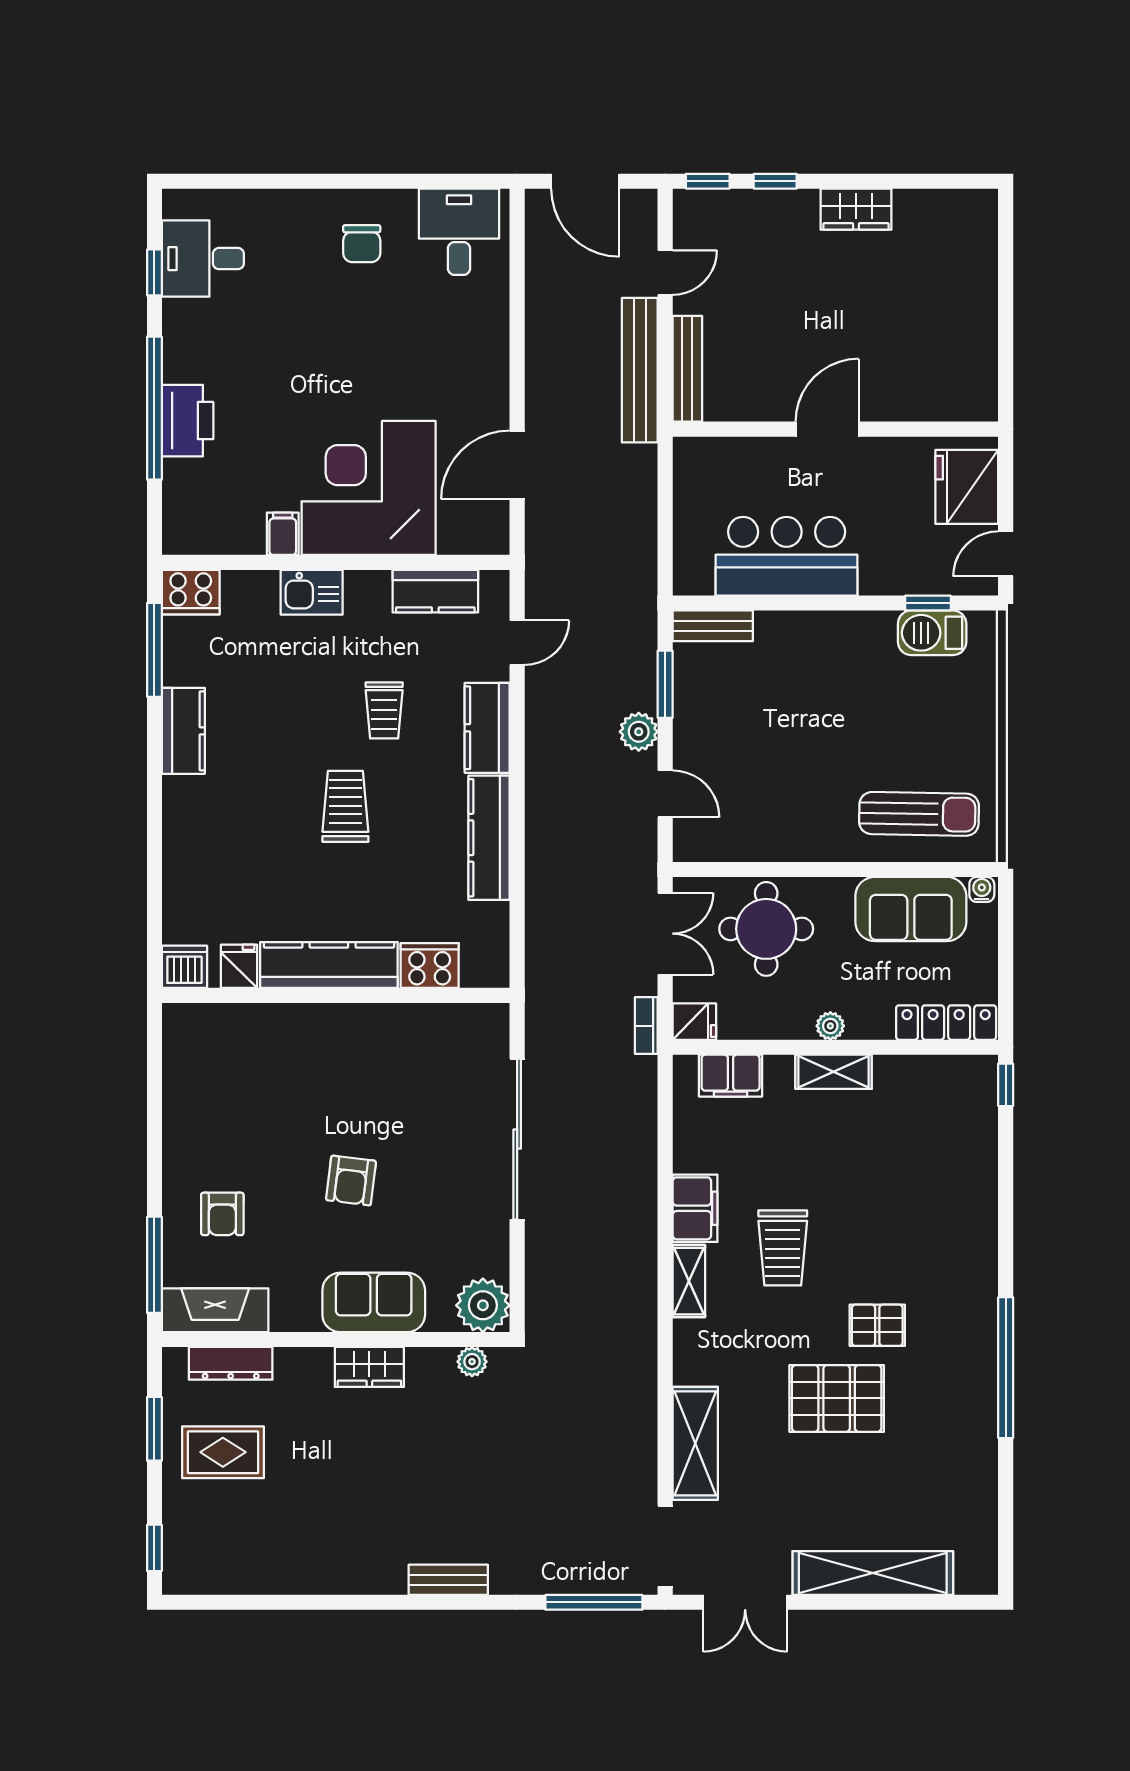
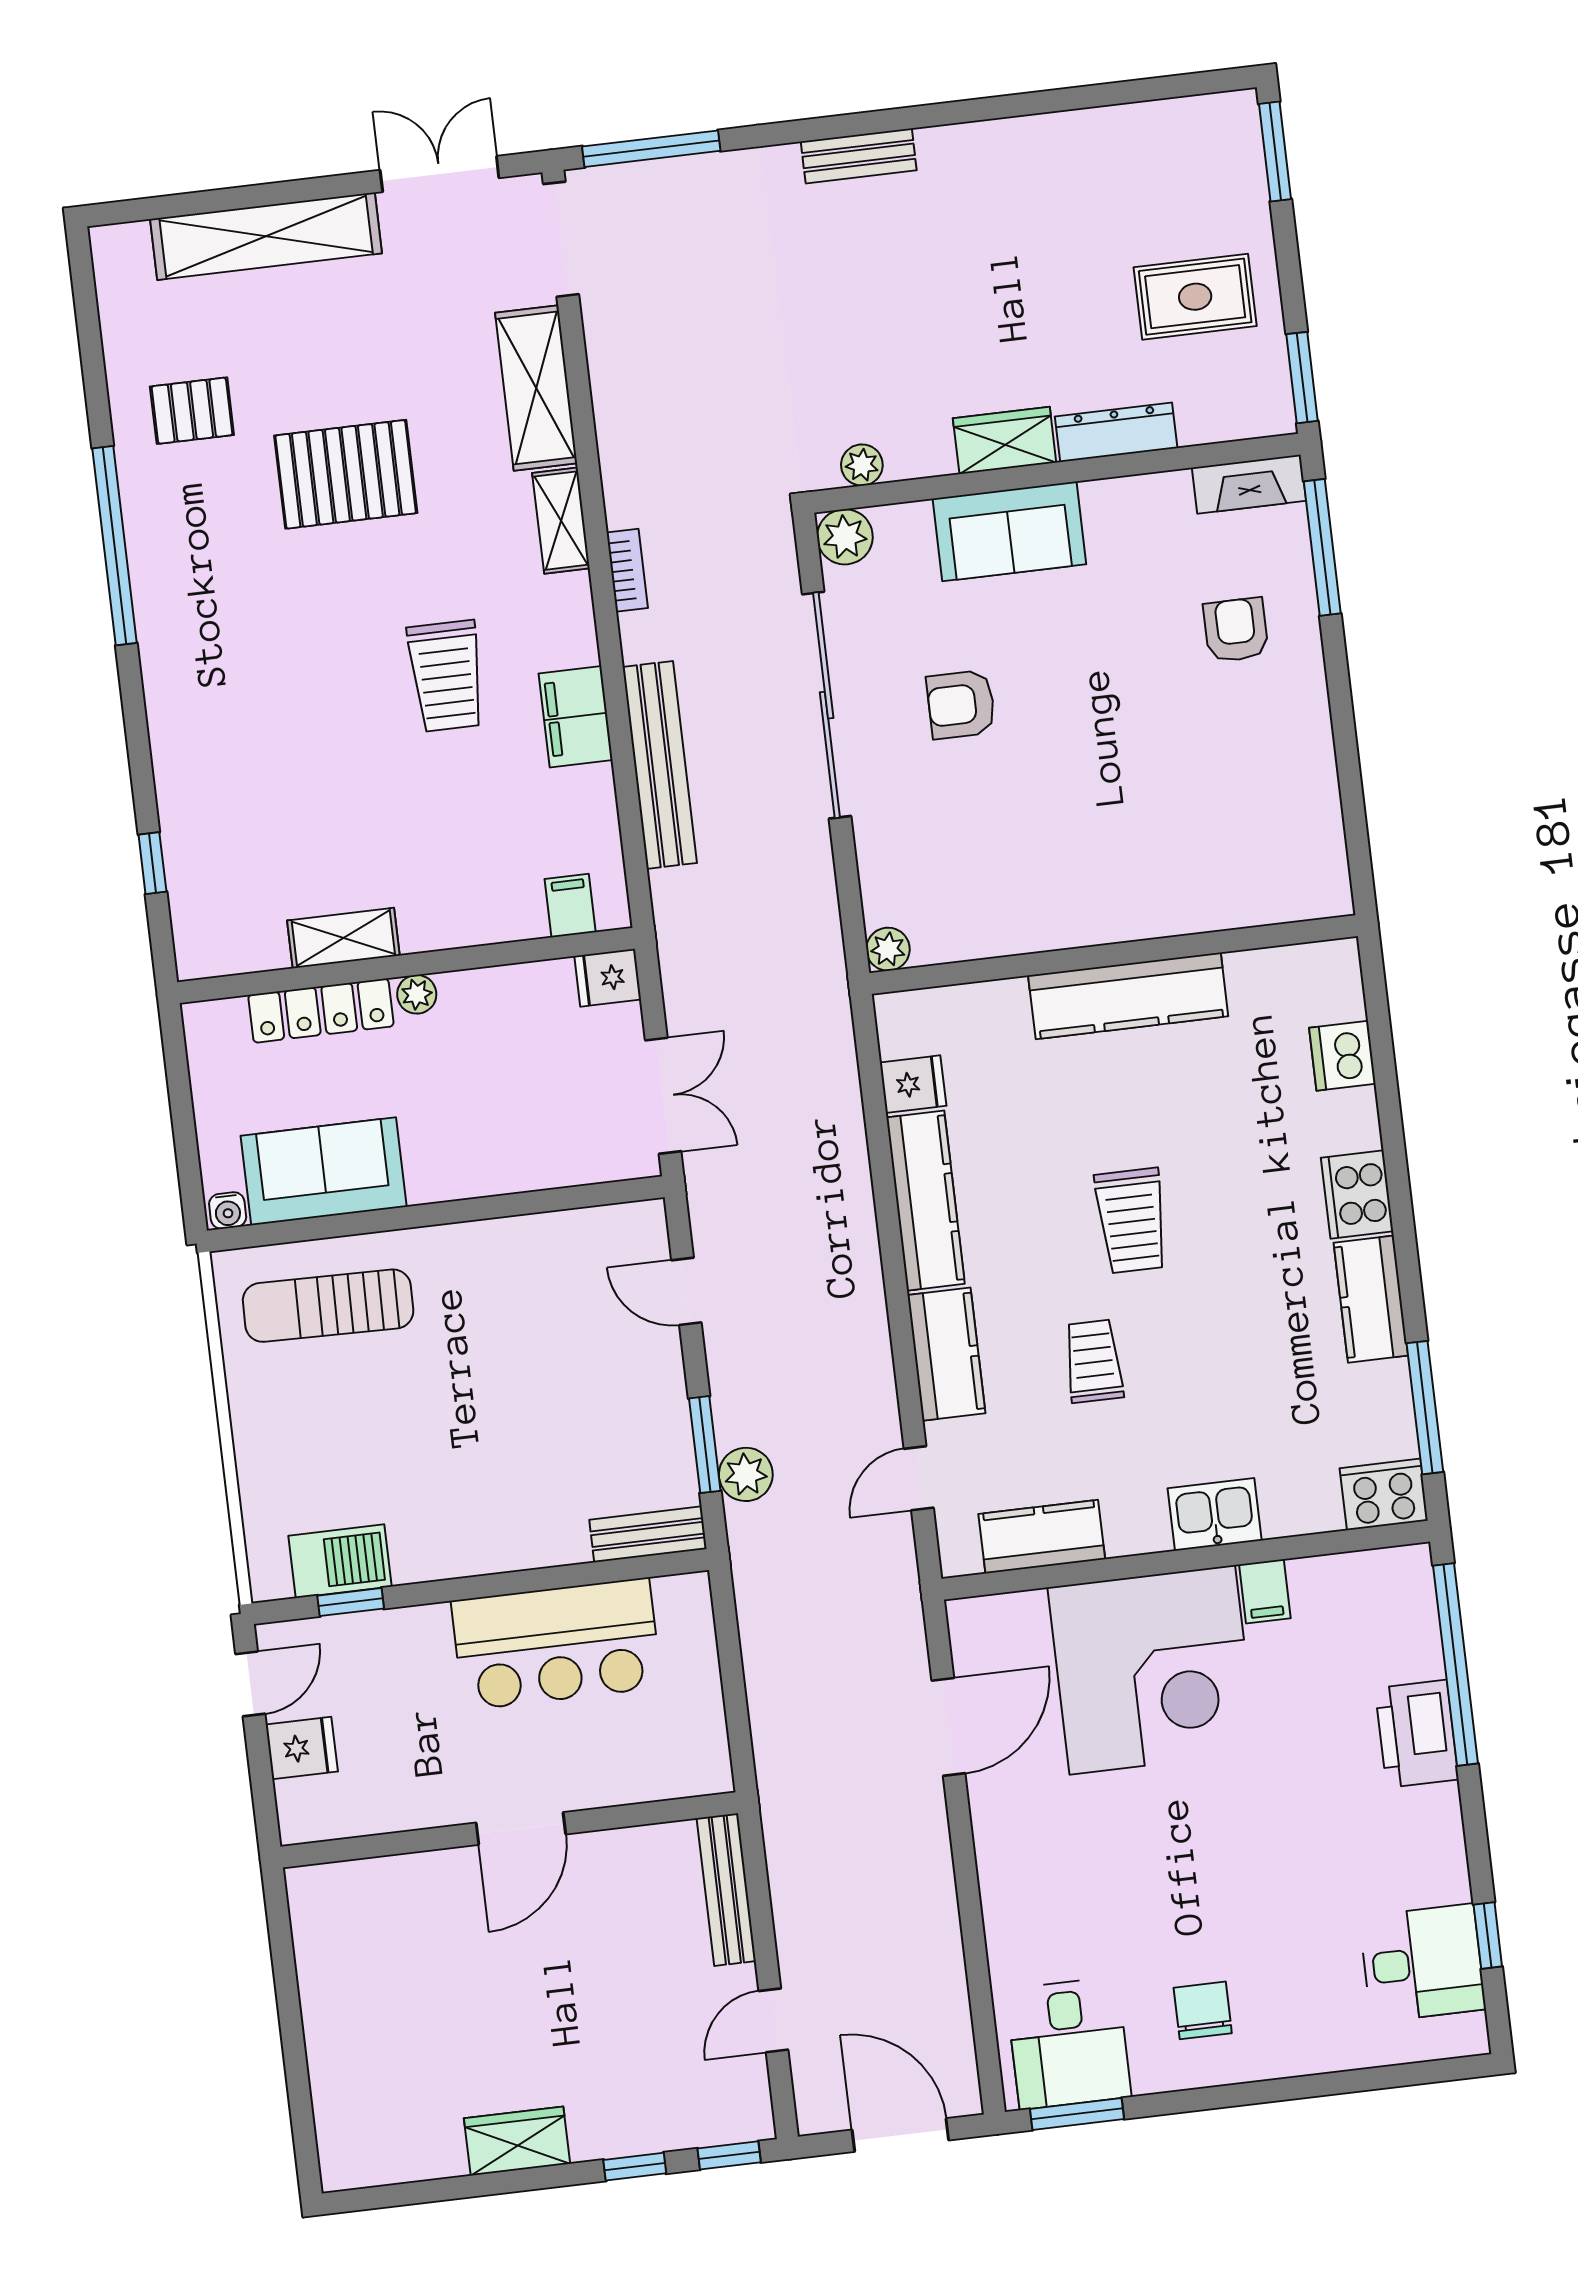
window: (459, 181) -> (1077, 2114), added
bench: (640, 370) -> (660, 765), moved
window: (154, 408) -> (1455, 1665), moved
fridge: (967, 487) -> (302, 1748), width x0.53, depth x0.75
plant: (639, 732) -> (746, 1474), moved
round table: (766, 929) -> (523, 1119), removed
double door: (665, 934) -> (663, 1096), swing flipped
fridge: (239, 966) -> (913, 1084), moved, turned -90
cooker: (430, 966) -> (1357, 1194), moved, turned 90
dishwasher: (184, 967) -> (1342, 1056), moved, turned 90
plant: (494, 1018) -> (888, 949), added
locker: (946, 1023) -> (321, 1011), moved
bookcase: (646, 1026) -> (627, 570), moved
shelving: (834, 1072) -> (343, 938), moved
filing cabinet: (731, 1076) -> (570, 906), width x0.50
window: (1006, 1085) -> (152, 863), moved
sliding door: (517, 1139) -> (827, 705), moved
armchair: (351, 1181) -> (961, 704), moved, turned -97
trolley: (783, 1248) -> (446, 676), turned 180
shelving: (689, 1281) -> (561, 521), moved
plant: (483, 1305) -> (845, 537), width x0.73, depth x0.73
fireplace: (215, 1310) -> (1249, 484), width x0.73, depth x0.76
pallet: (877, 1325) -> (192, 411), moved
dresser: (231, 1363) -> (1116, 432), moved
window: (154, 1429) -> (1302, 378), moved
window: (154, 1548) -> (1275, 151), width x1.50

